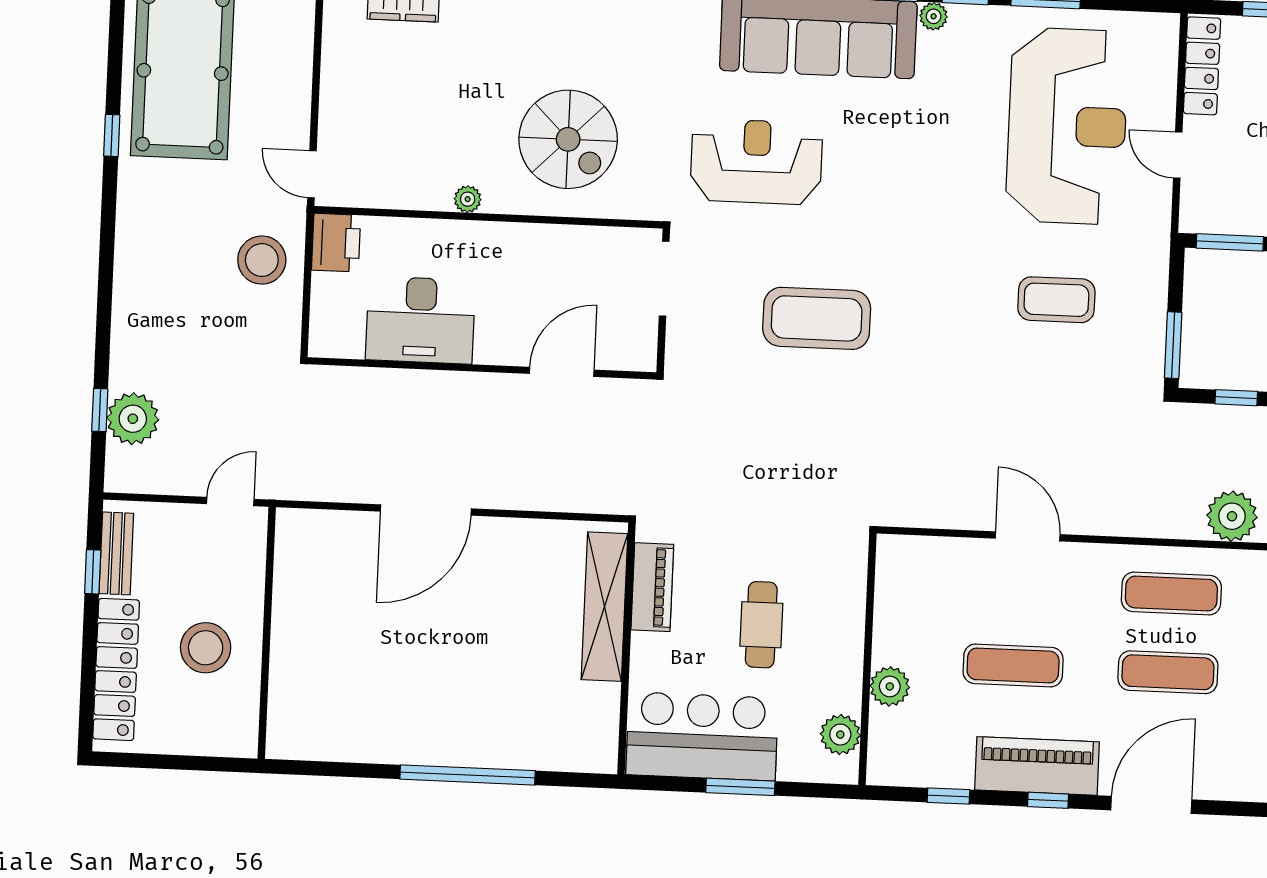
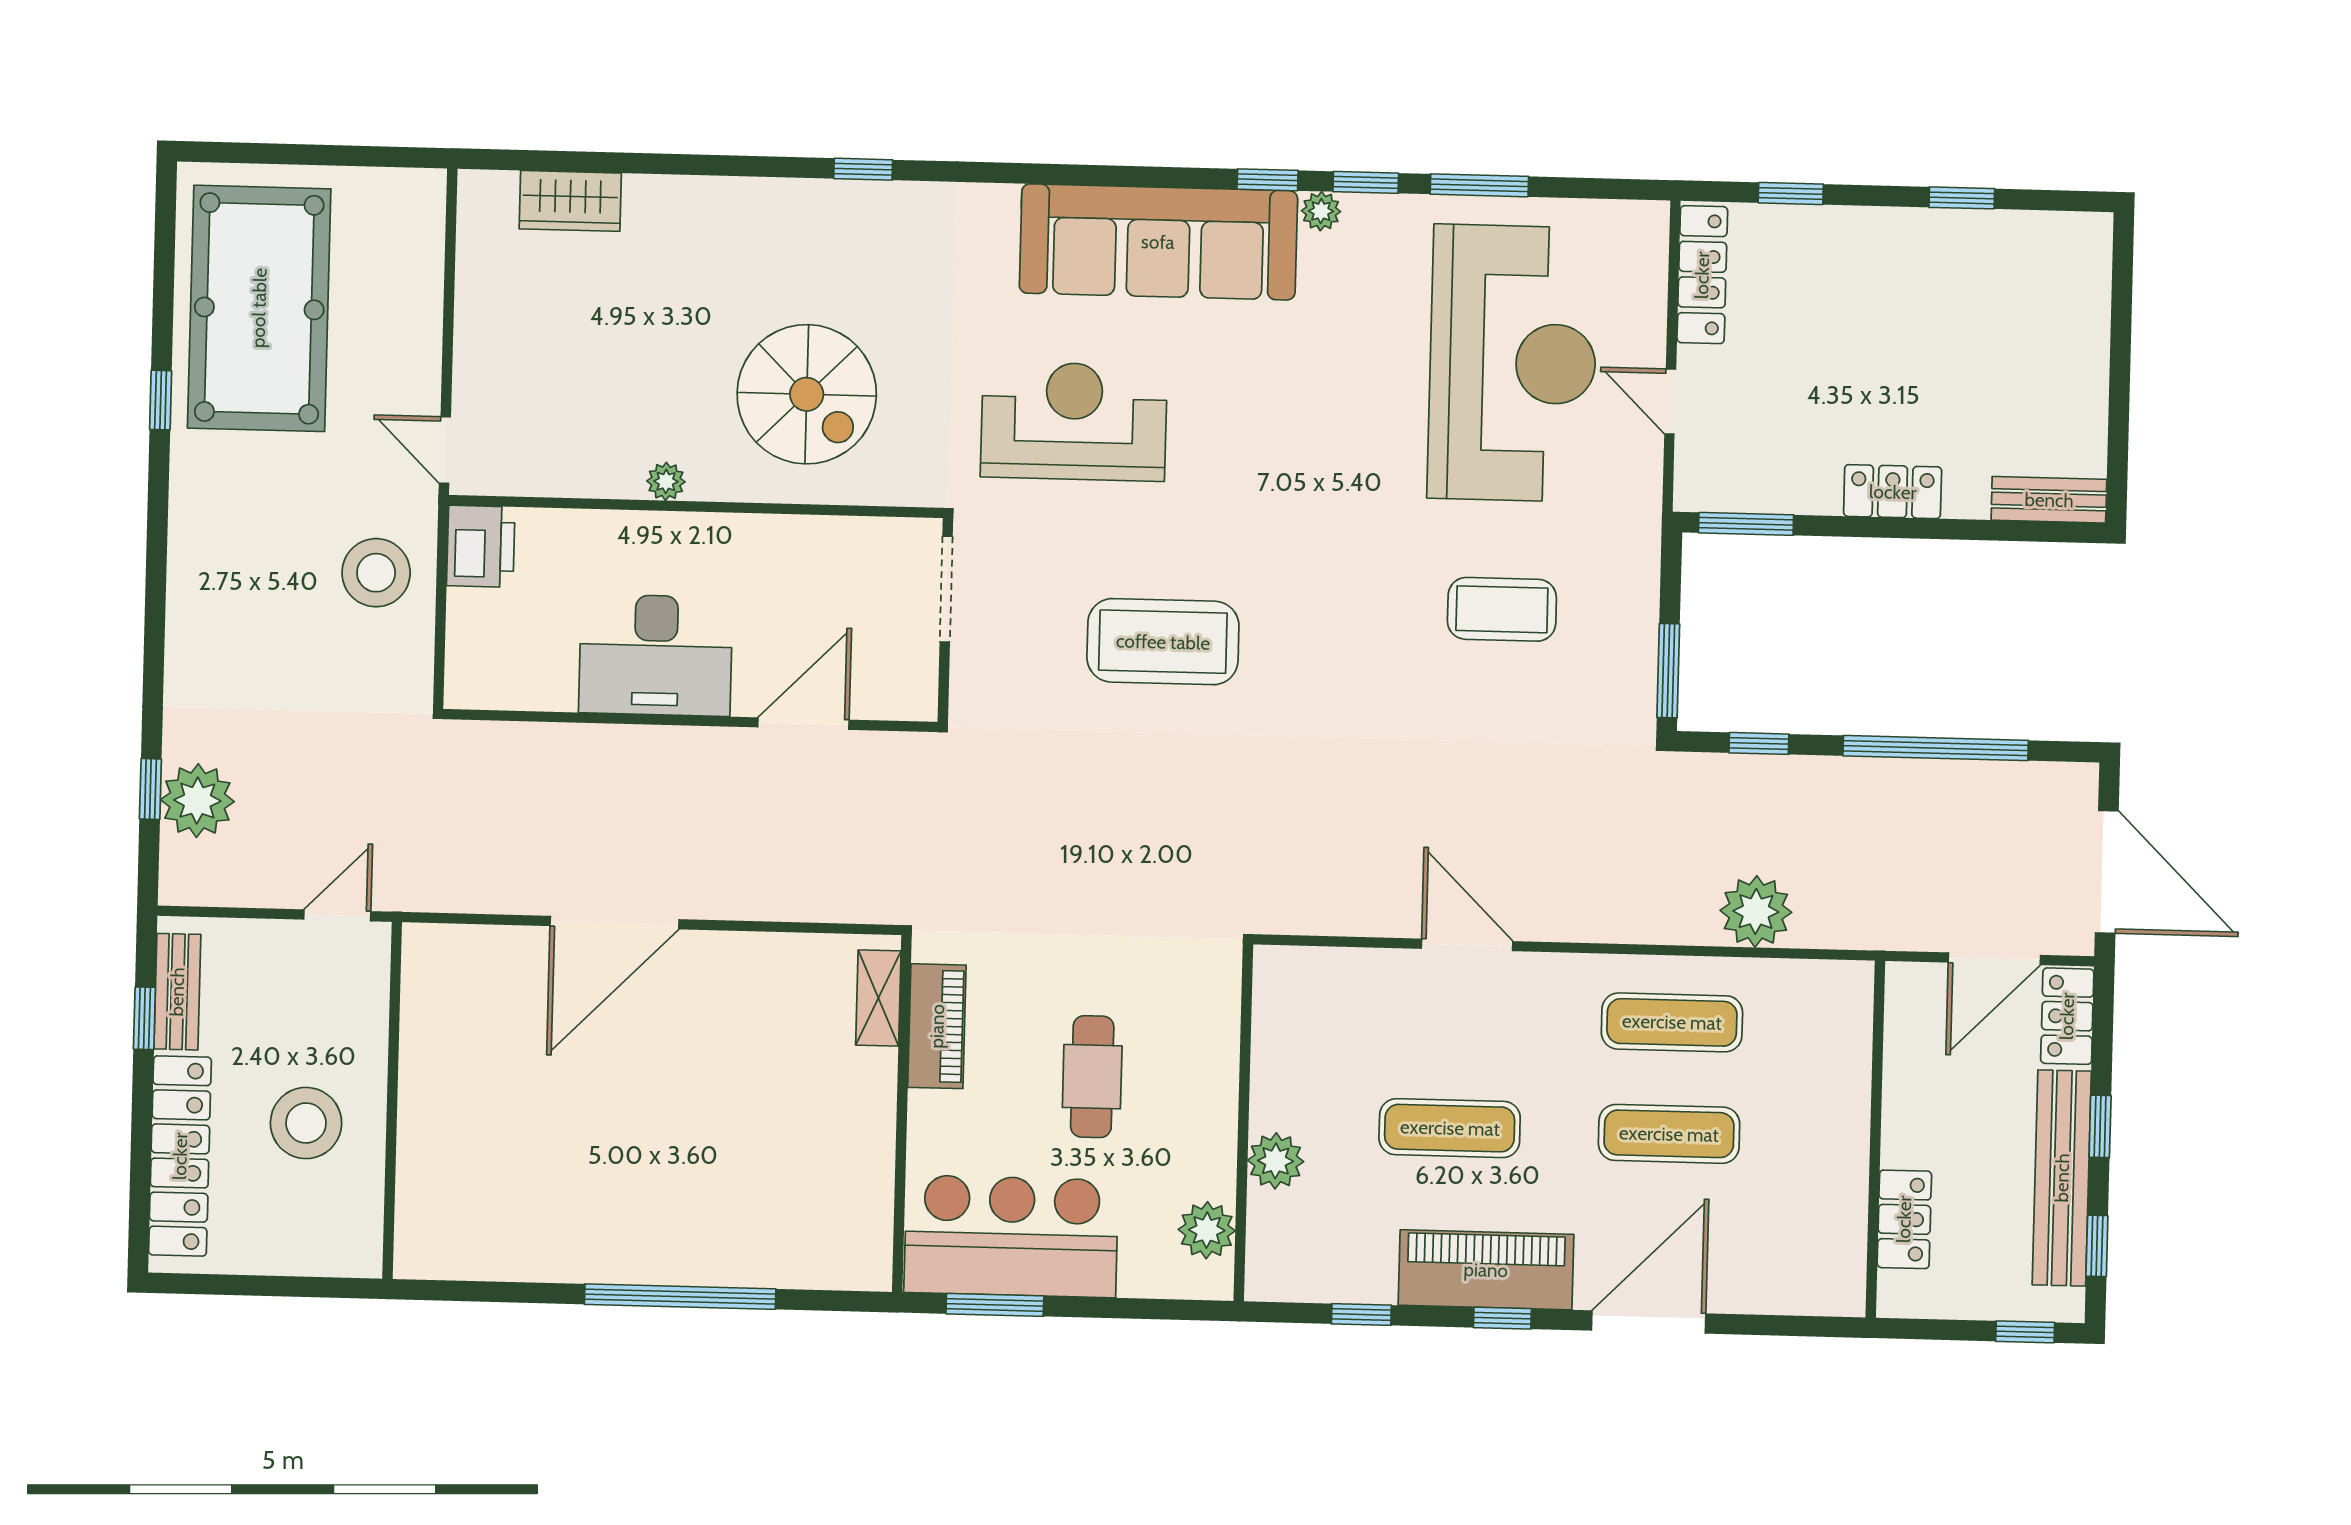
desk: (420, 320) -> (656, 655), moved
shelving: (604, 607) -> (878, 998), width x0.45, depth x0.75
window: (740, 787) -> (995, 1305), moved

